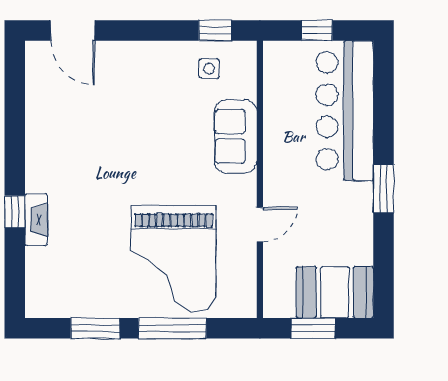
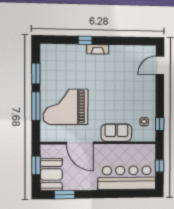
window: (384, 189) -> (65, 195), moved
fireplace: (36, 220) -> (98, 49), moved
door: (260, 225) -> (80, 143), width x1.88

